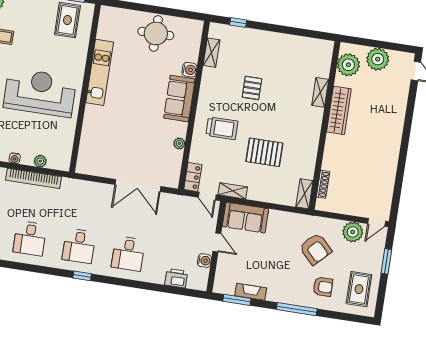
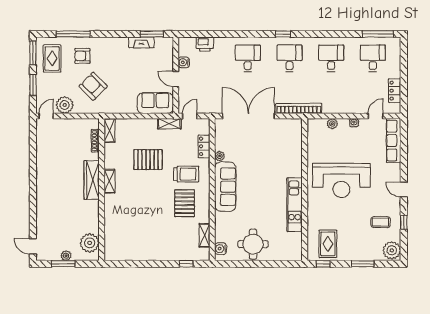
window: (383, 45) -> (63, 264), added
plant: (378, 59) -> (66, 256), width x0.53, depth x0.53
water cooler: (189, 70) -> (221, 249), moved
pallet: (252, 88) -> (185, 203), moved, width x1.50, depth x1.42
shelving: (320, 92) -> (109, 181), moved
sofa: (179, 98) -> (225, 187), width x1.36
wardrobe: (339, 110) -> (92, 180), moved
trolley: (222, 128) -> (186, 174), turned 180
locker: (193, 177) -> (204, 146), moved
bookcase: (34, 178) -> (299, 108), moved
double door: (138, 185) -> (248, 116), width x1.36
door: (207, 196) -> (190, 116), hinge flipped
window: (381, 299) -> (33, 53), added
window: (297, 309) -> (73, 34), moved

